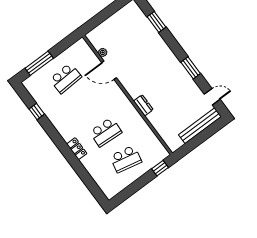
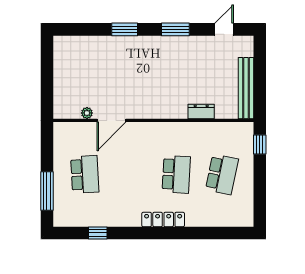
window: (156, 22) -> (125, 29), moved
dresser: (143, 105) -> (201, 112), moved
bench: (200, 126) -> (246, 88), moved
locker: (77, 149) -> (163, 220), width x1.53

